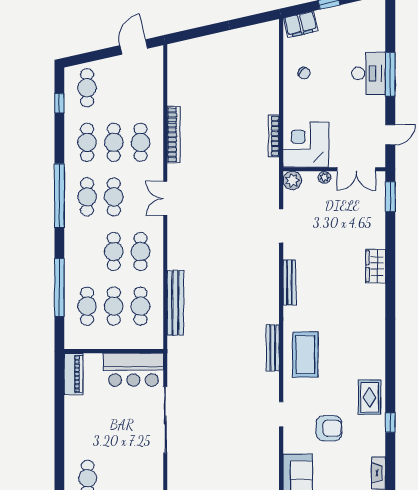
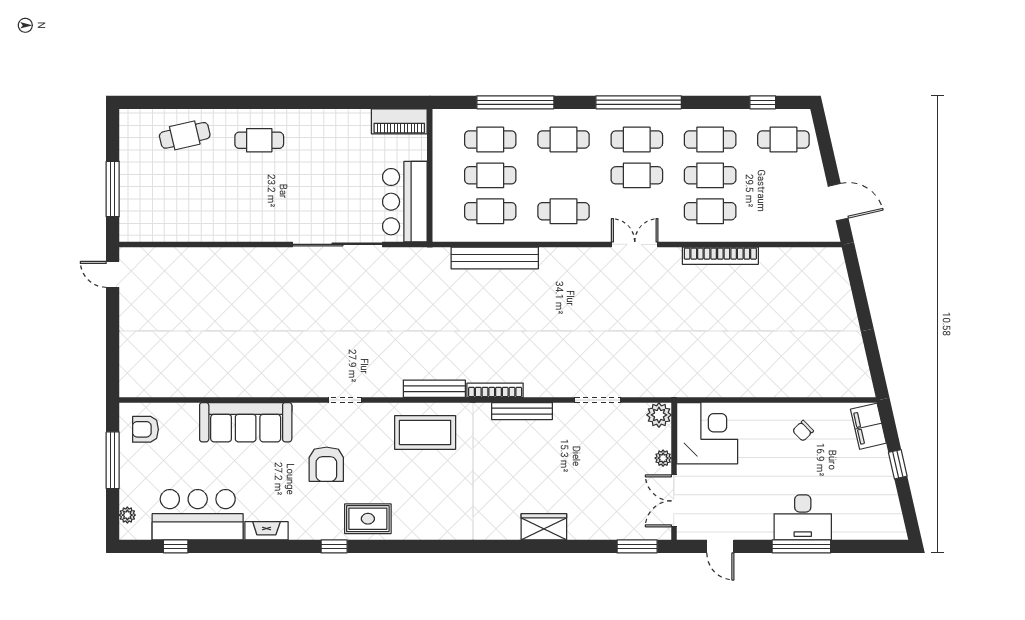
bookcase: (274, 136) -> (495, 390), moved
cafe table: (114, 252) -> (564, 139), moved

